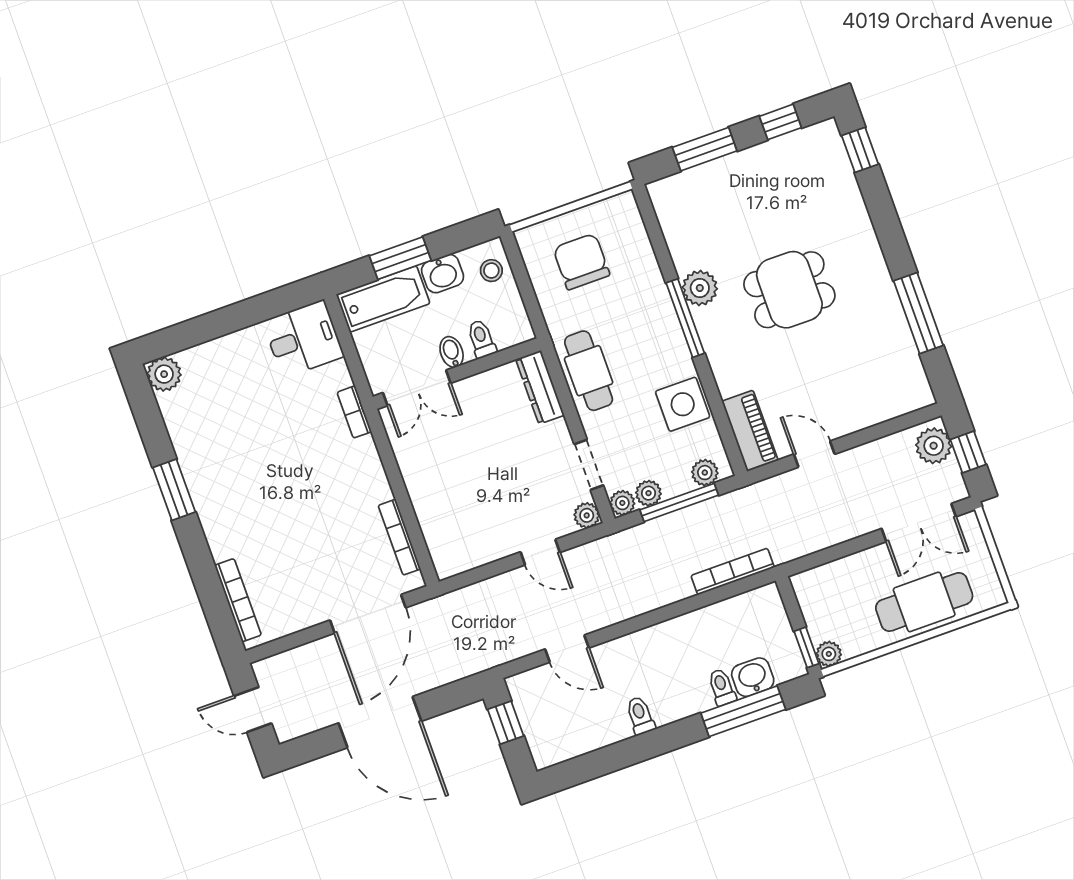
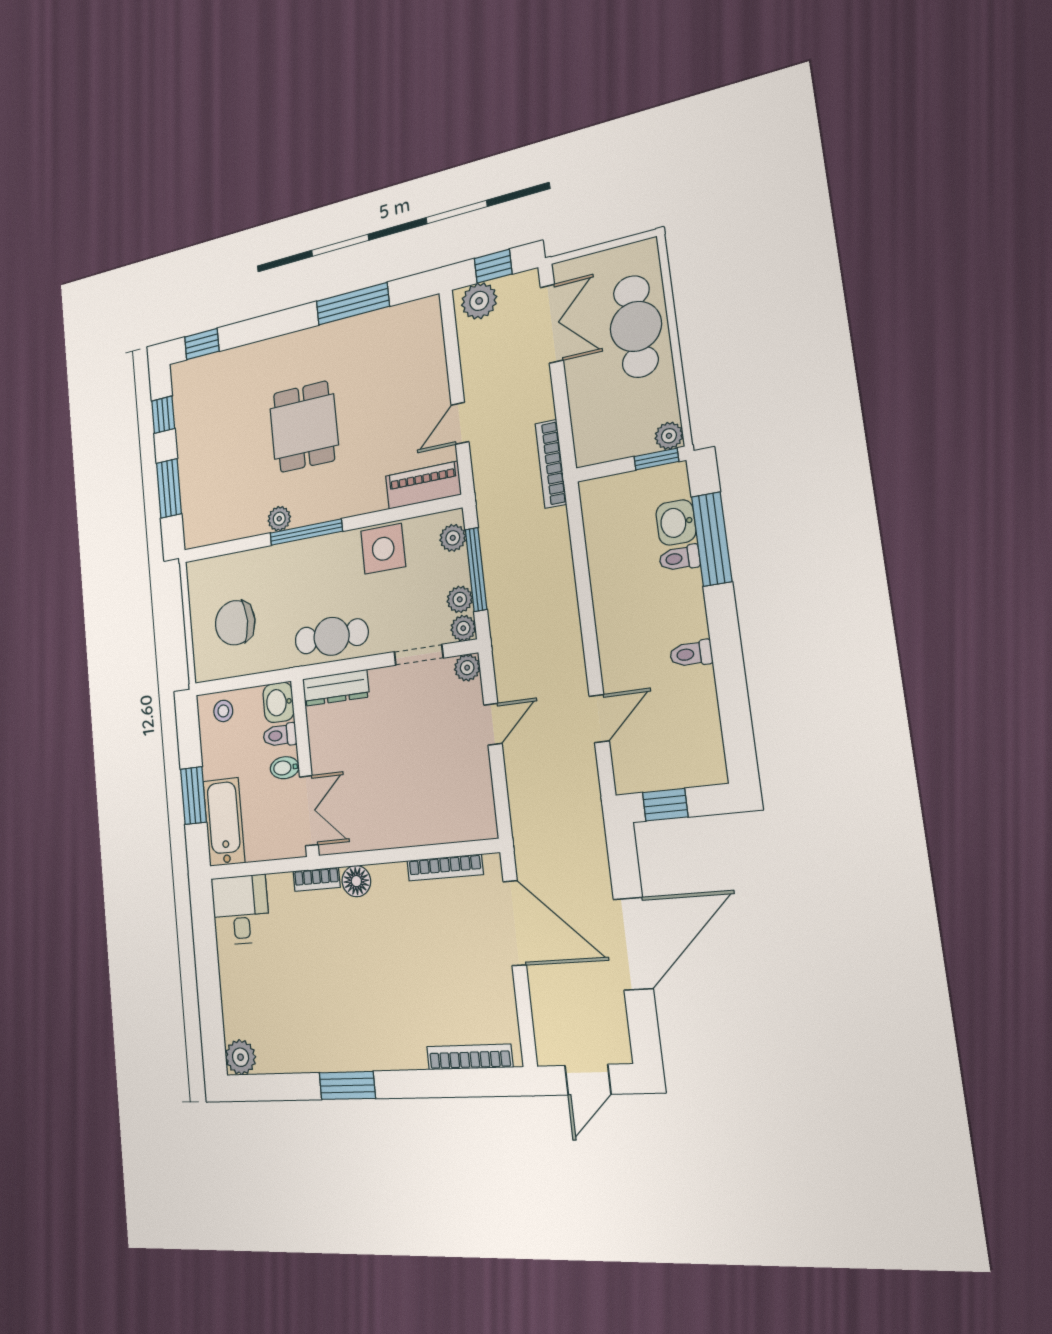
washbasin: (443, 274) -> (278, 702), moved, turned 180
plant: (700, 288) -> (279, 519), width x0.73, depth x0.73
floor lamp: (364, 453) -> (356, 881), added
bookcase: (733, 572) -> (551, 464), moved

